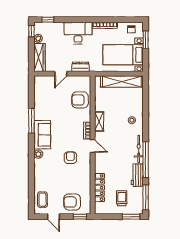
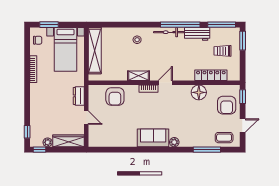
desk: (78, 33) -> (42, 99), removed
window: (31, 121) -> (207, 150), moved
armchair: (70, 158) -> (178, 107), removed
floor lamp: (84, 177) -> (199, 92), added

